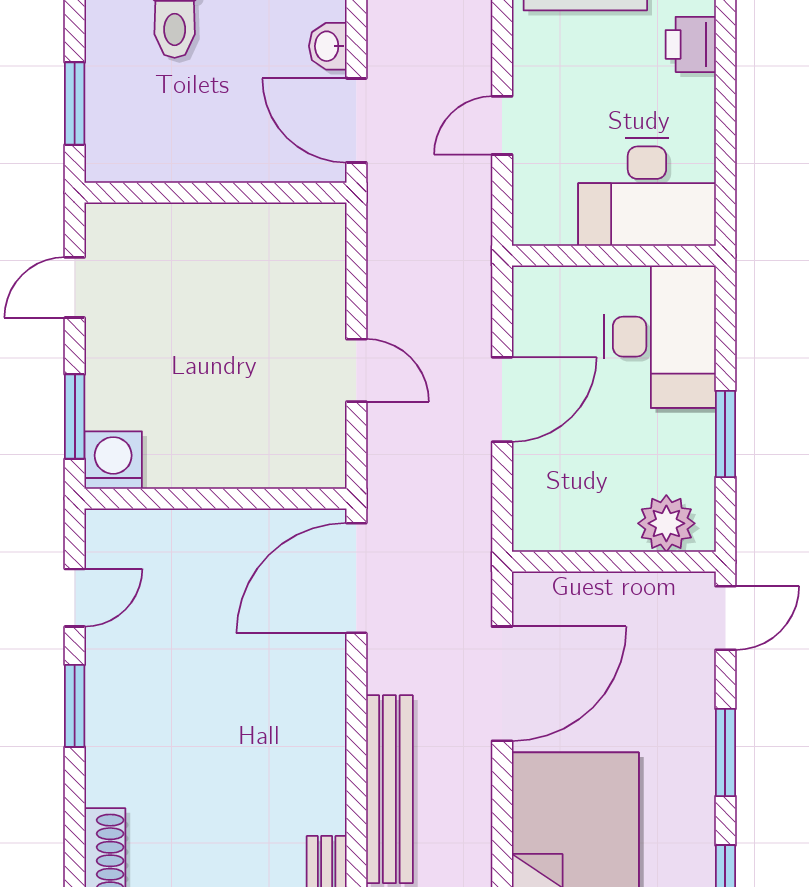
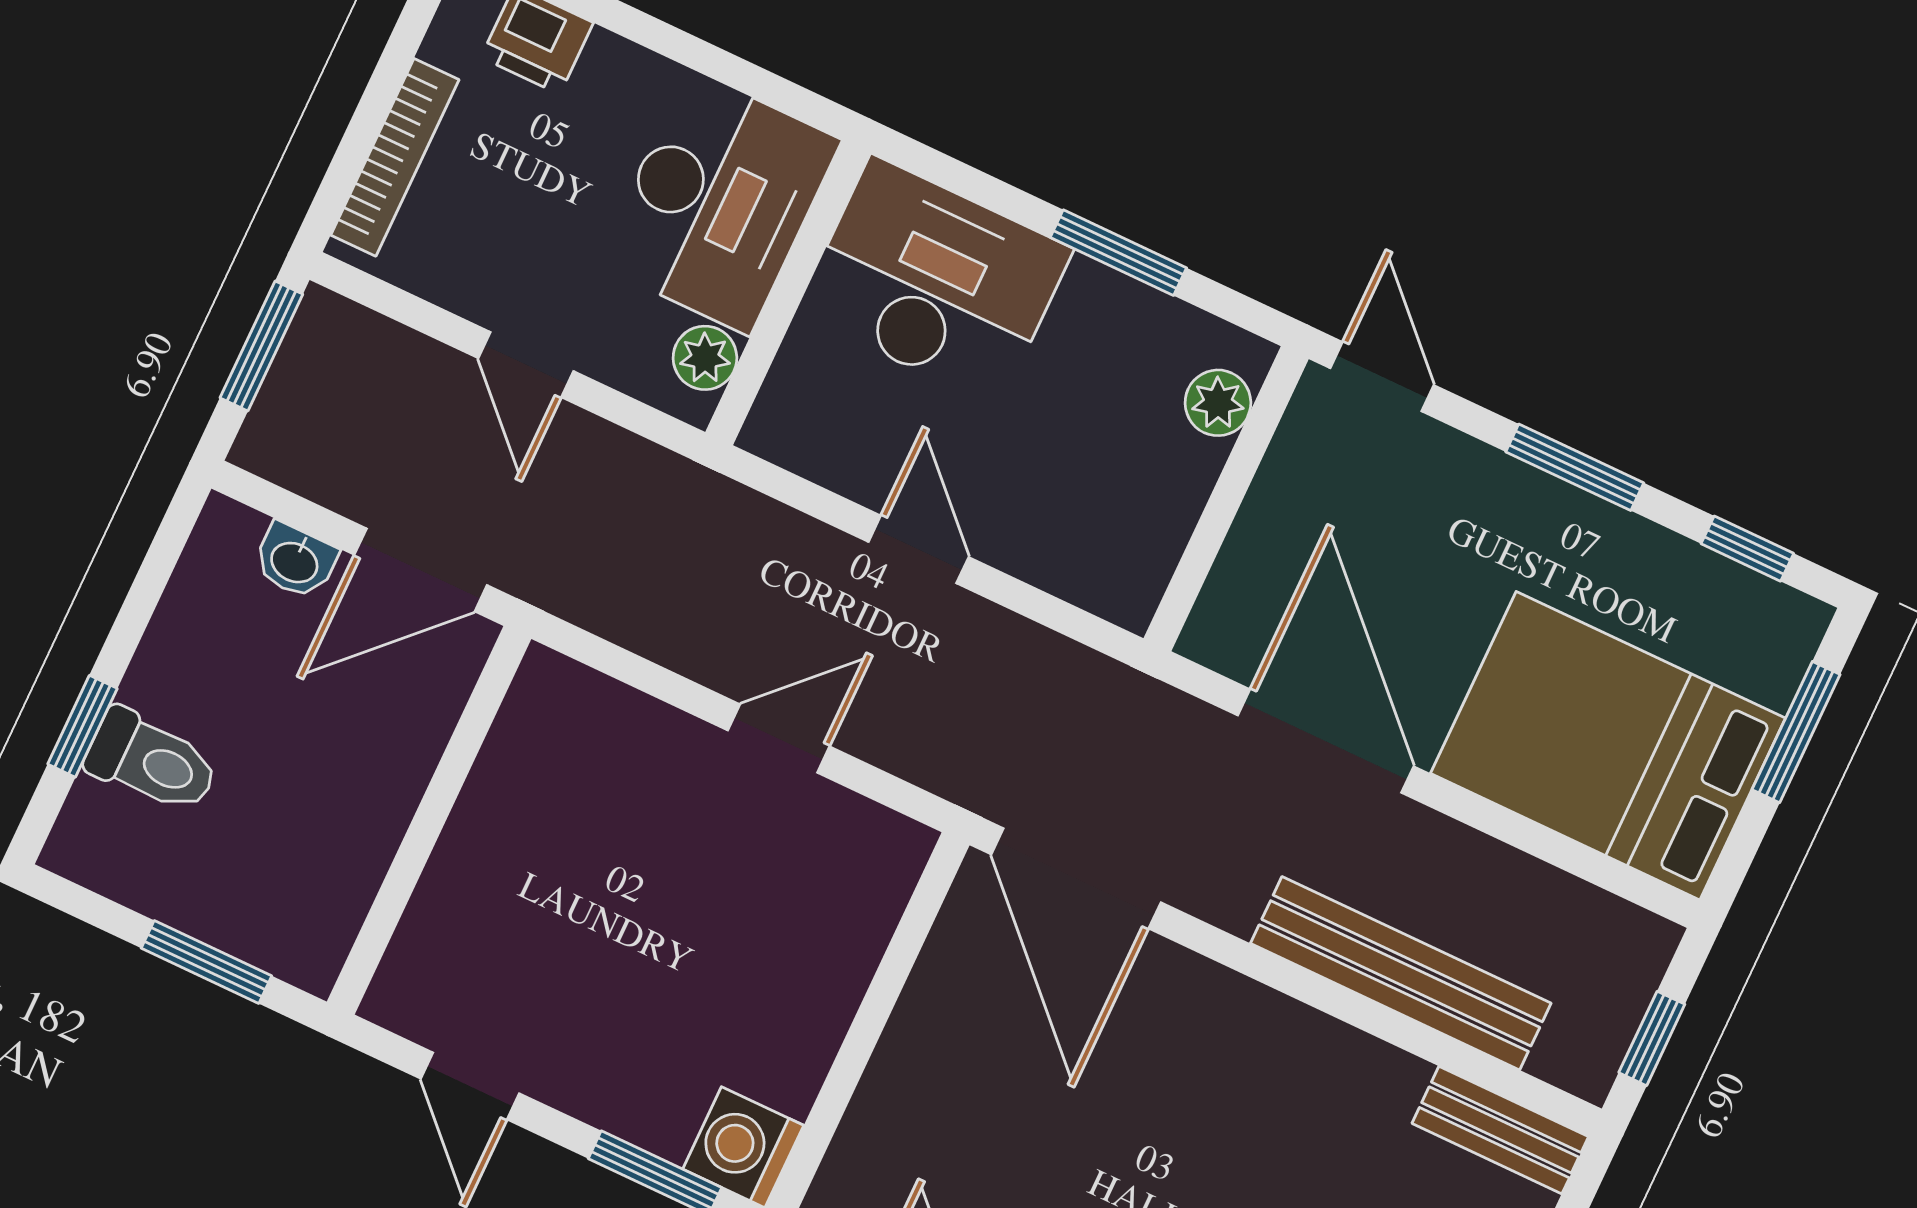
plant: (554, 226) -> (705, 358), added
door: (502, 400) -> (919, 549), width x0.73
plant: (666, 523) -> (1218, 403), width x0.73, depth x0.73

